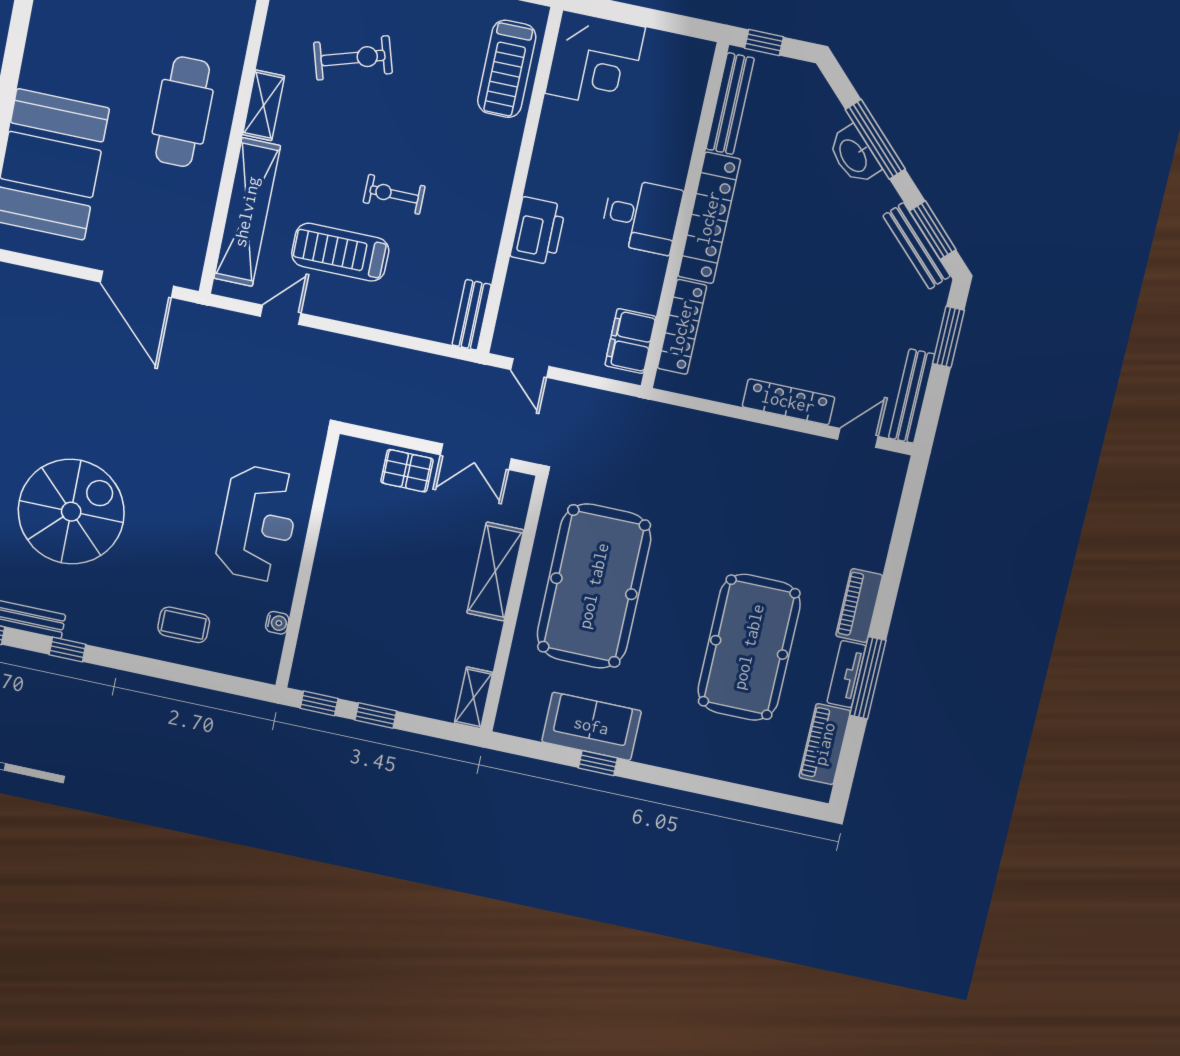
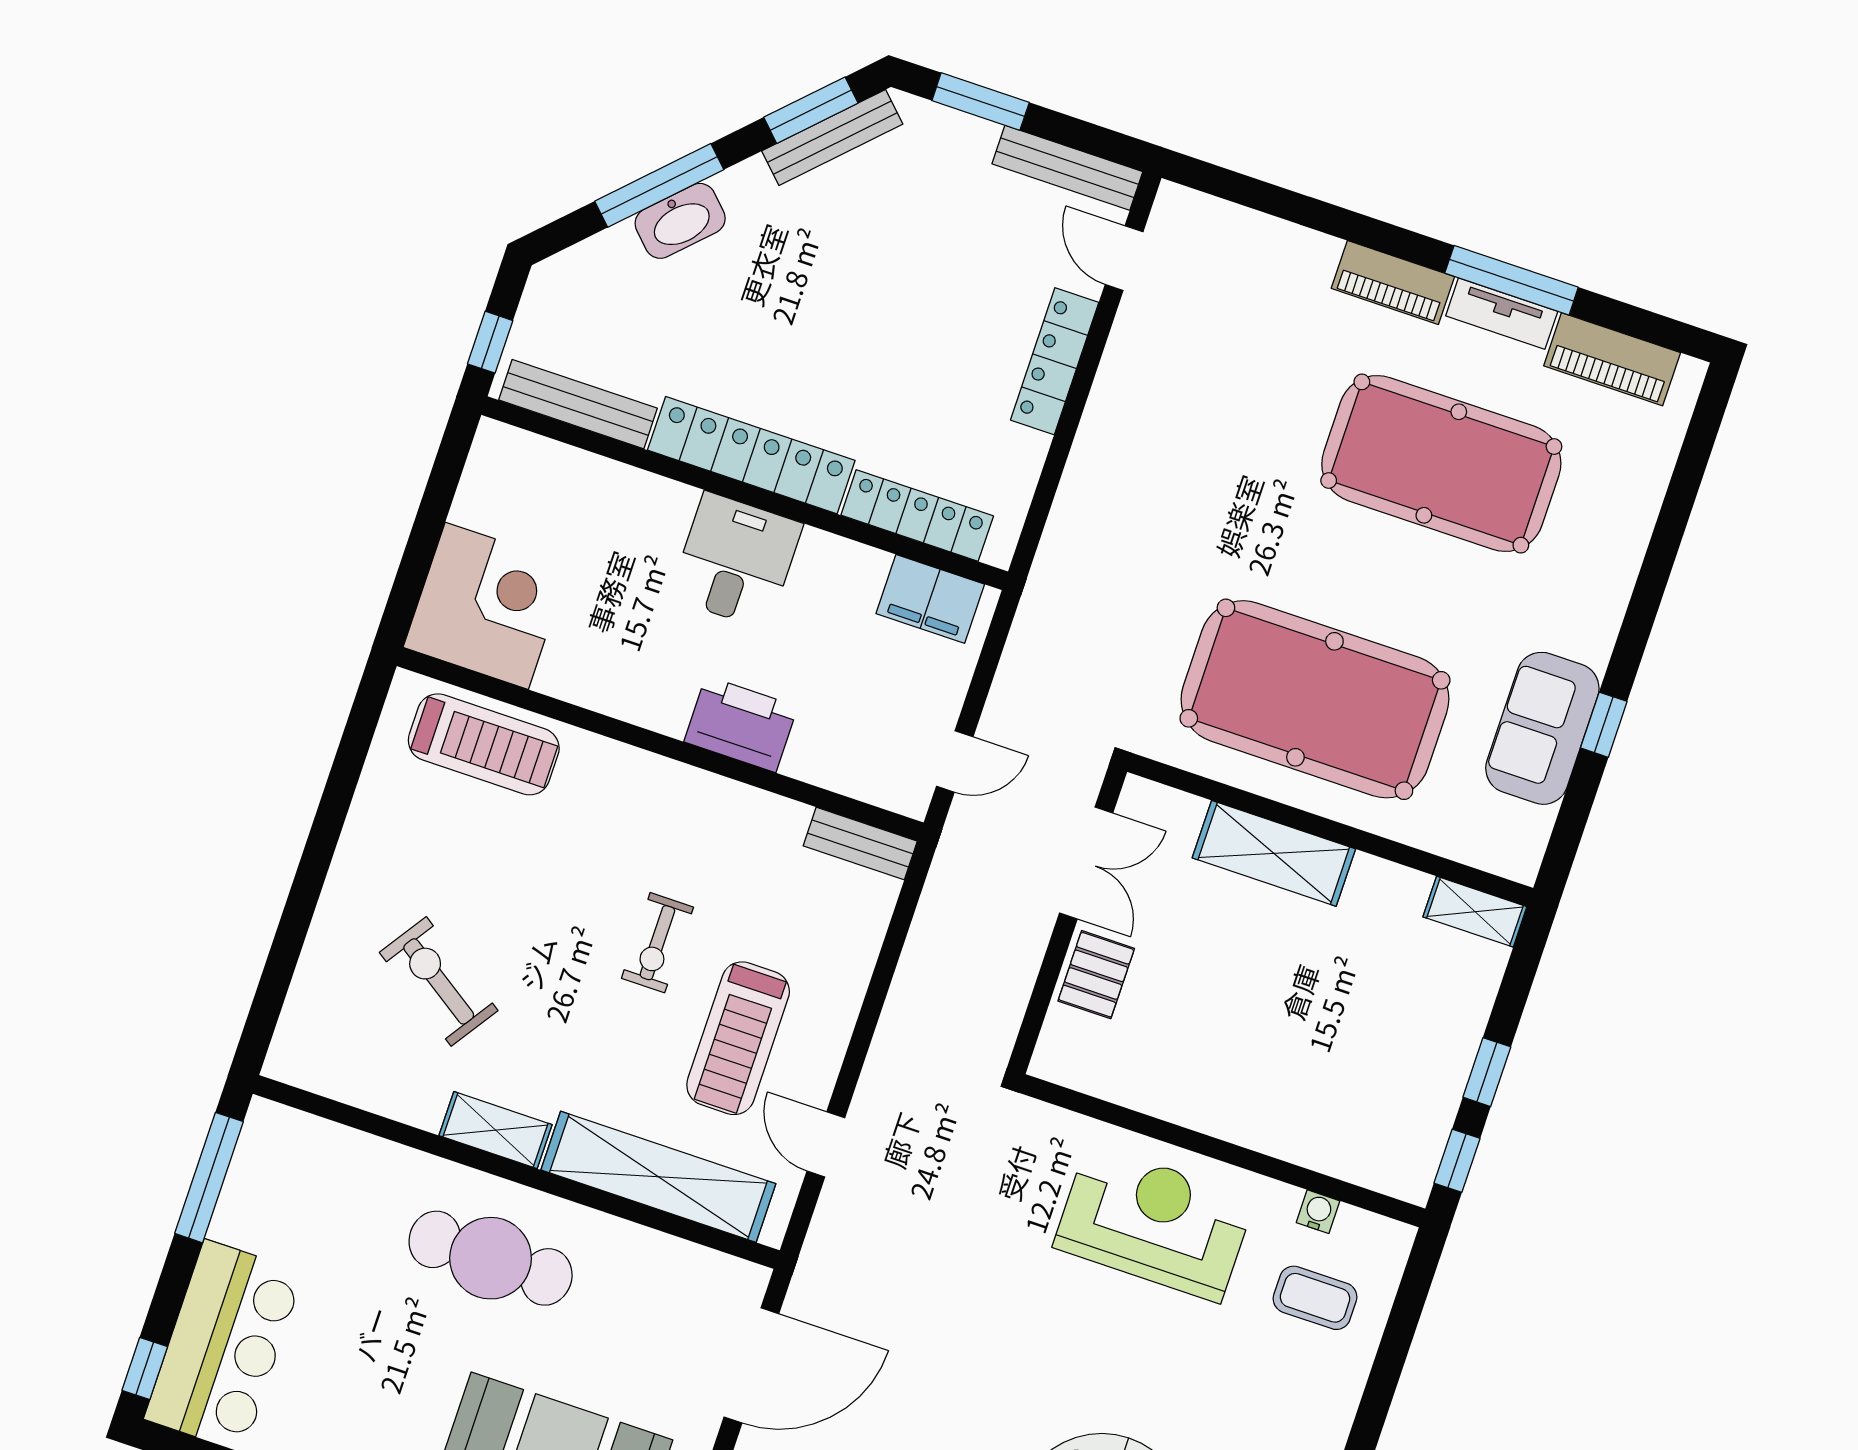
exercise bike: (353, 58) -> (439, 981), turned -39
coffee table: (184, 625) -> (1315, 1298), moved, turned 90

